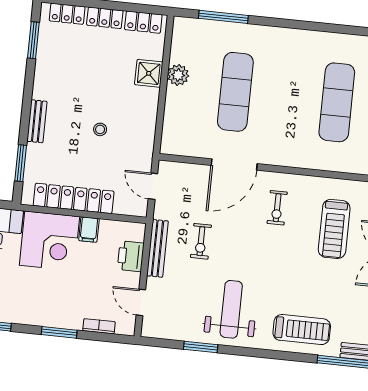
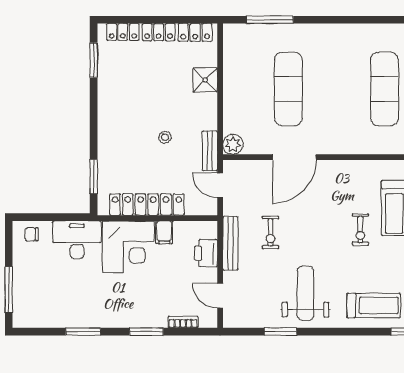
plant: (178, 75) -> (233, 144), moved
bench: (37, 121) -> (210, 151), moved
exercise bike: (277, 208) -> (360, 229), moved

